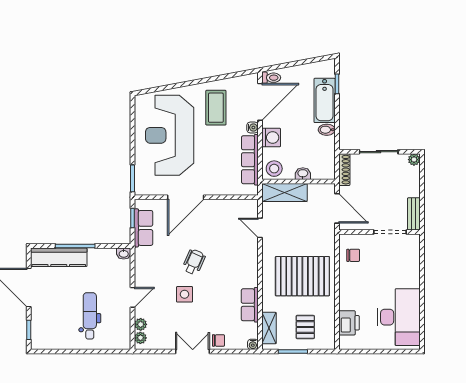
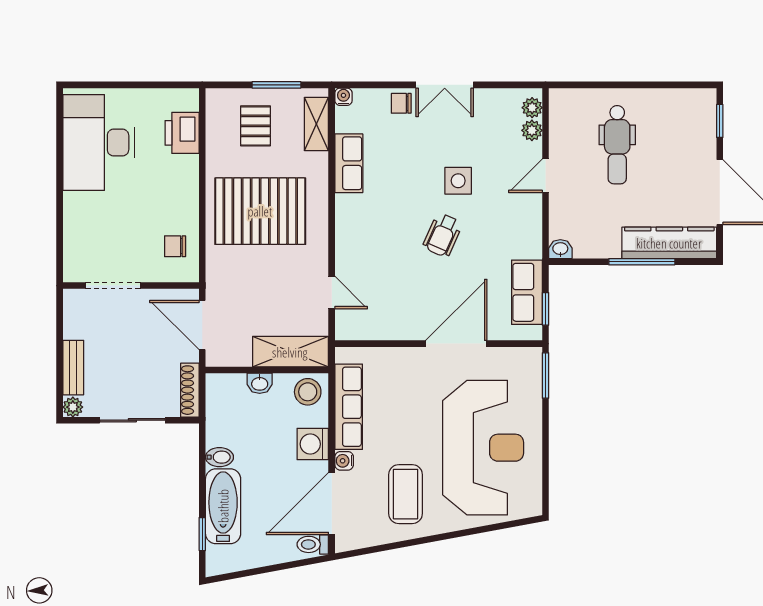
bench: (414, 214) -> (73, 368), moved

